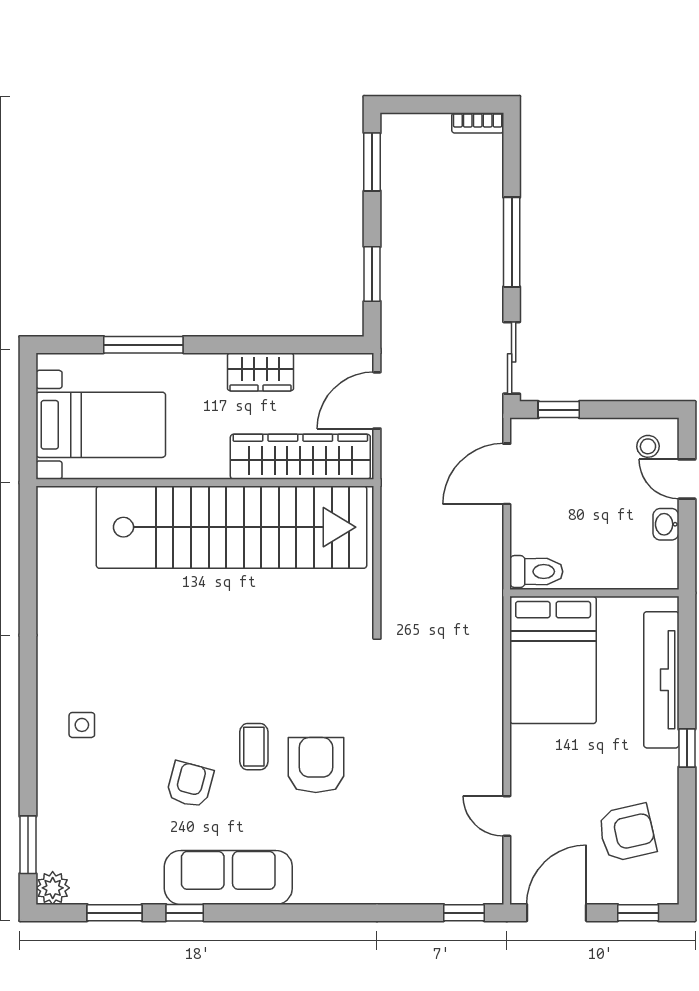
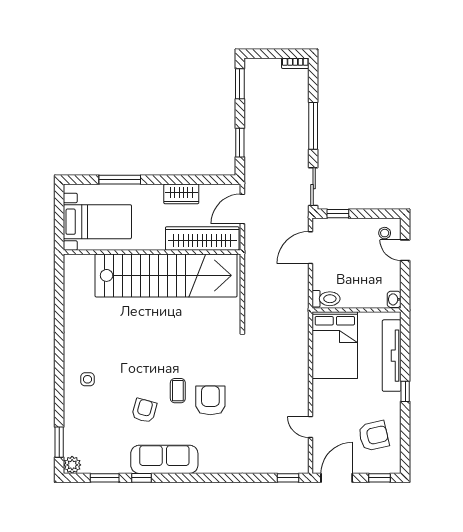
washbasin: (666, 524) -> (394, 299), moved

